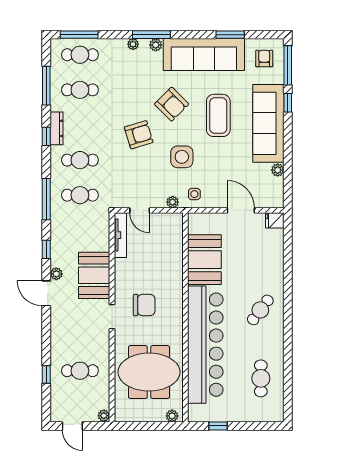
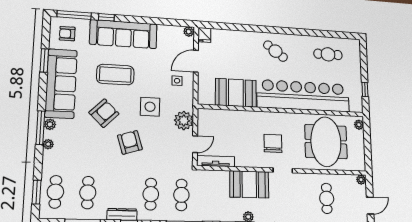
window: (79, 35) -> (37, 192), width x0.69
plant: (278, 170) -> (189, 32), moved
side table: (194, 194) -> (177, 81), moved
plant: (173, 202) -> (184, 121), width x1.88, depth x1.88

